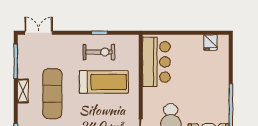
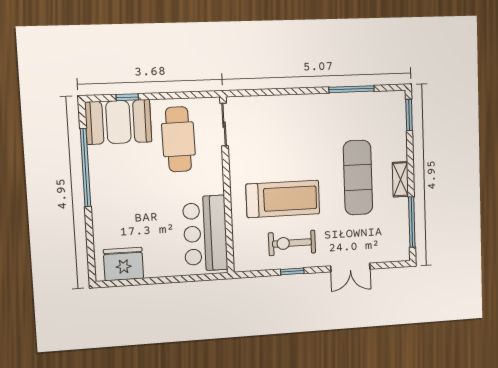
double door: (39, 33) -> (350, 268), moved
fridge: (210, 42) -> (123, 264), width x1.88, depth x1.34
treadmill: (104, 82) -> (283, 199), turned 180

